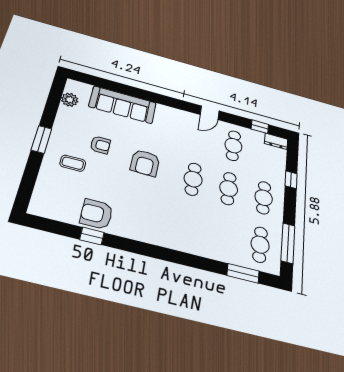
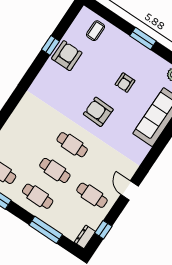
coffee table: (73, 163) -> (96, 31), moved
window: (291, 180) -> (46, 230), width x2.17

